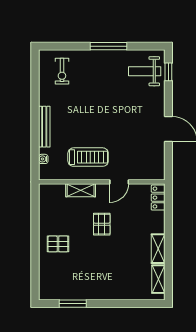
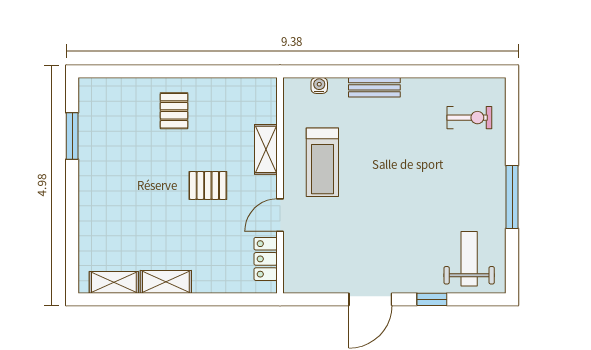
exercise bike: (62, 71) -> (469, 118), turned 180
window: (168, 72) -> (432, 299), moved
bench: (44, 127) -> (374, 87), width x0.73
door: (119, 182) -> (280, 215), hinge flipped
locker: (158, 198) -> (266, 259), moved, turned -90

